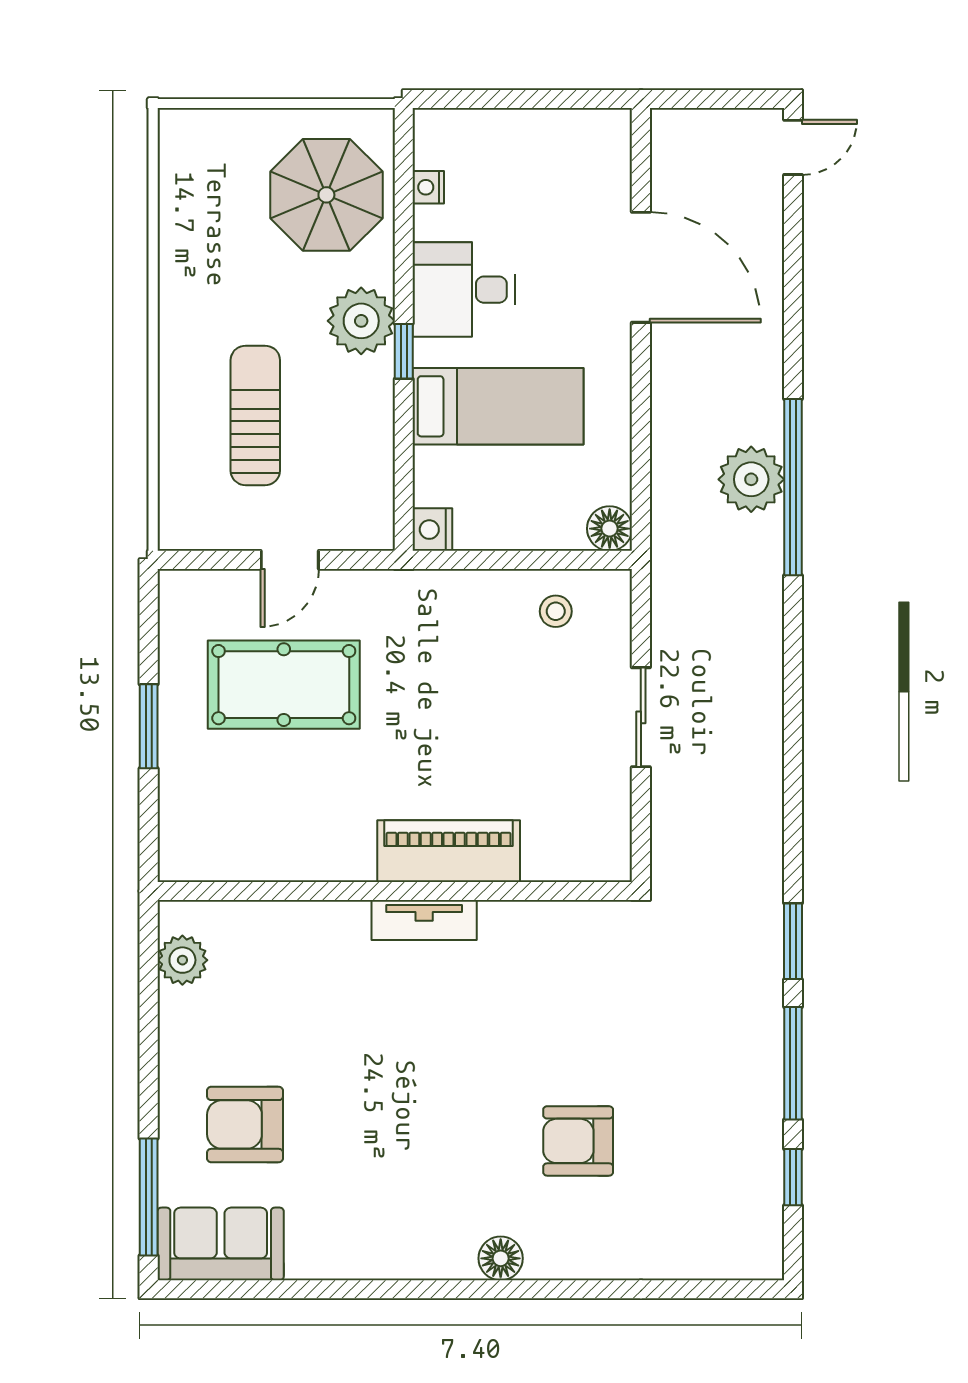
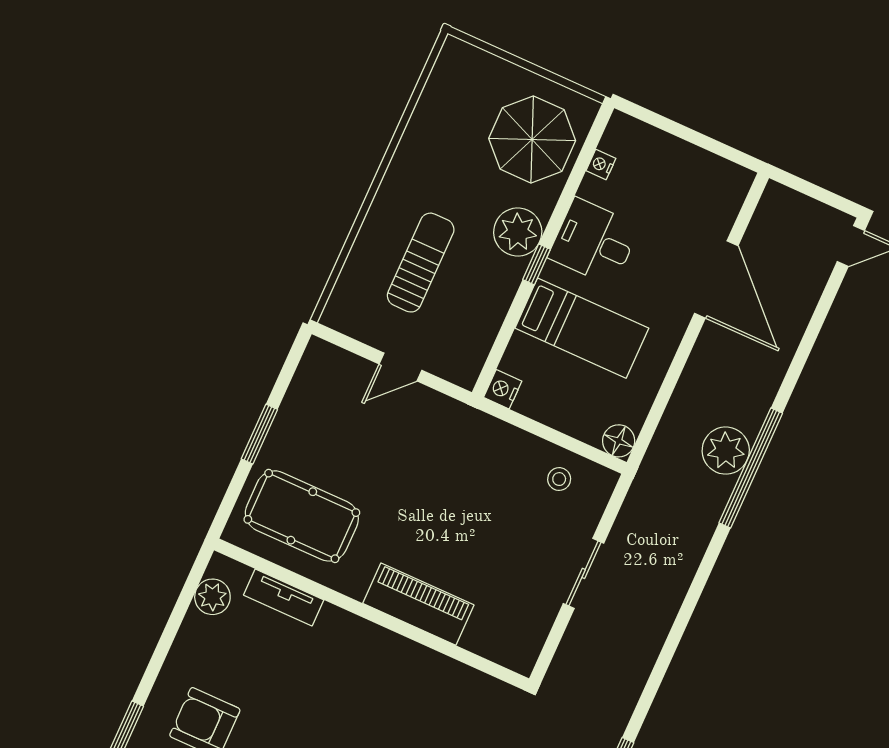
pool table: (284, 685) -> (302, 516), moved
tv unit: (424, 920) -> (284, 597), moved

